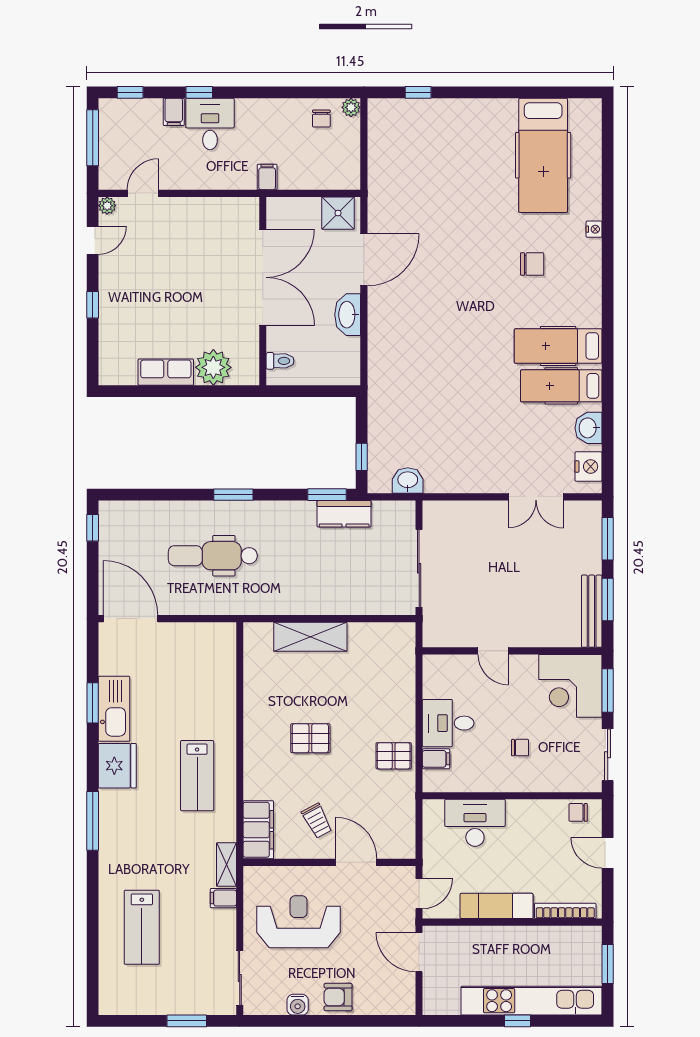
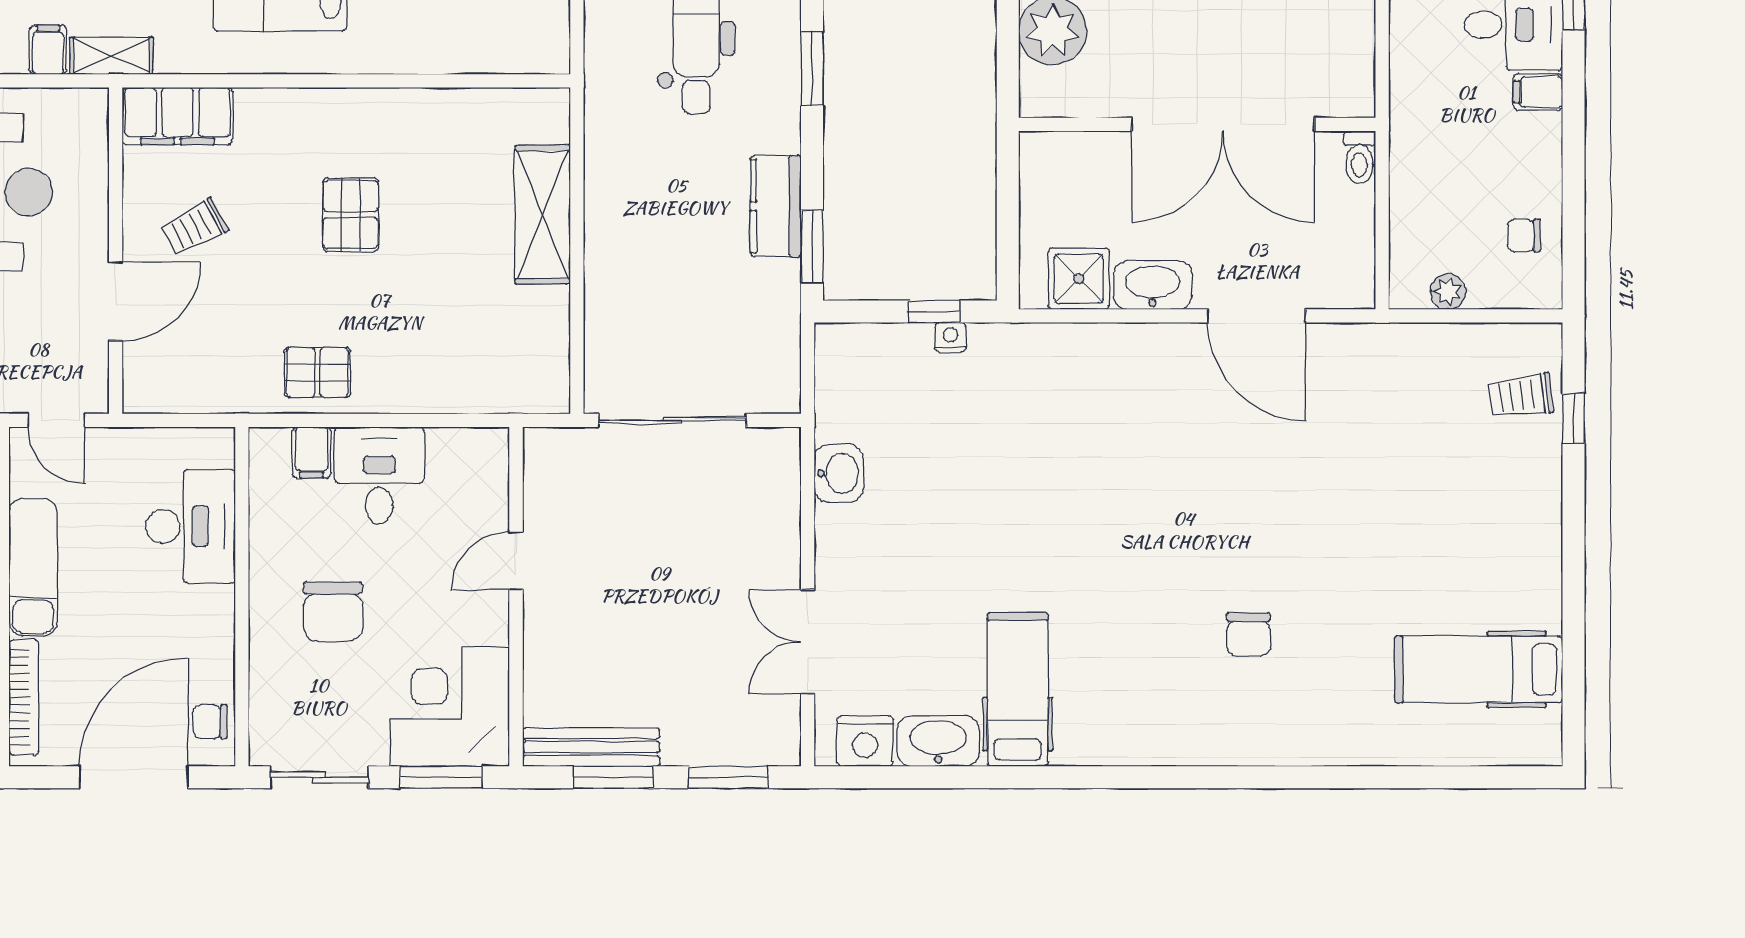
plant: (351, 107) -> (1448, 292), moved
trolley: (406, 120) -> (1521, 396), added
hospital bed: (543, 155) -> (1479, 669), width x0.73, depth x0.78
filing cabinet: (267, 177) -> (1538, 92), moved, turned 180
shower: (338, 213) -> (1079, 279), moved
nightstand: (594, 229) -> (950, 337), moved, turned 180
hospital bed: (558, 346) -> (1093, 684), removed
toilet: (280, 361) -> (1359, 157), moved
washbasin: (588, 428) -> (938, 741), width x1.38
window: (362, 457) -> (934, 312), moved
washbasin: (408, 480) -> (839, 473), moved
kitchen counter: (344, 514) -> (776, 206), moved
chair: (520, 748) -> (333, 612), width x1.87, depth x1.87
pallet: (394, 756) -> (317, 372), turned 90
chair: (578, 812) -> (210, 722), turned -90
door: (608, 853) -> (134, 777), width x1.87

